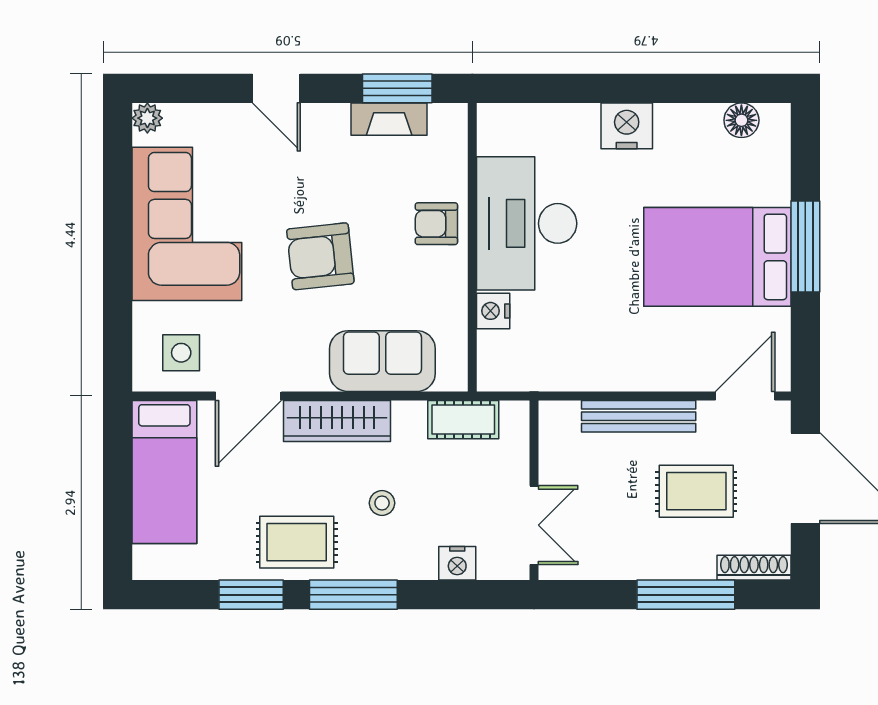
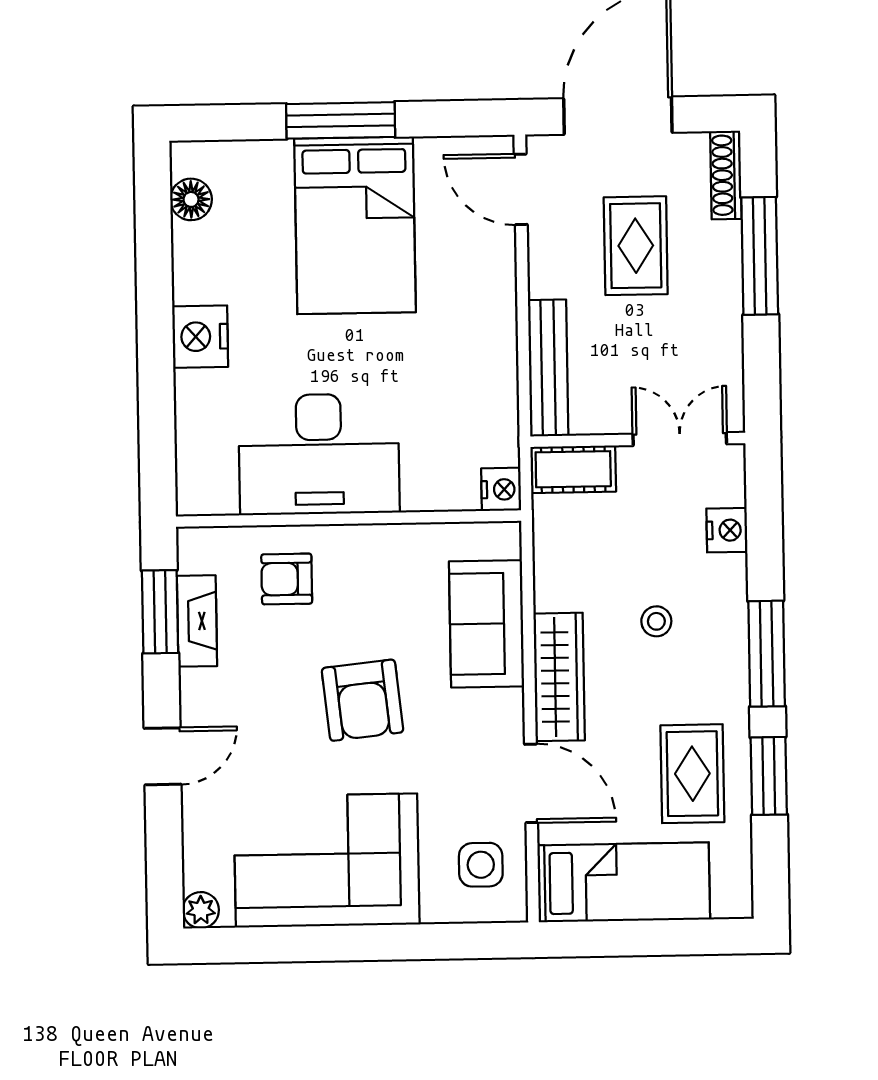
armchair: (436, 224) -> (287, 579), moved, turned 90
nightstand: (493, 311) -> (501, 489), moved, turned -90
bench: (639, 416) -> (548, 368), moved
cot: (463, 420) -> (573, 469), moved, turned 90
rug: (297, 542) -> (692, 774), moved

